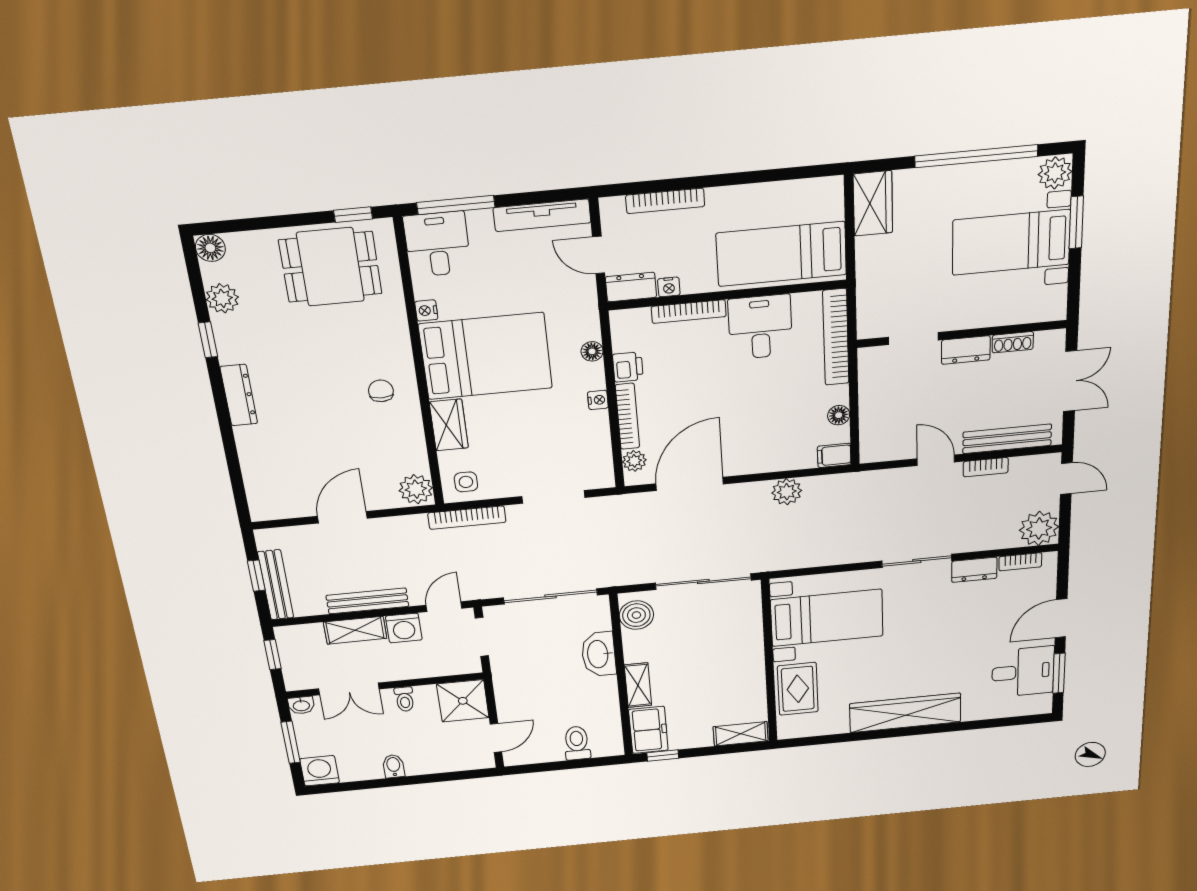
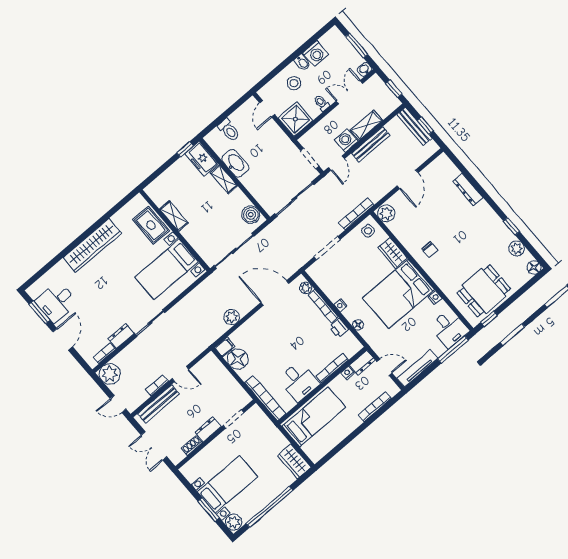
dresser: (239, 395) -> (468, 190), moved
floor lamp: (839, 415) -> (238, 359), width x1.89, depth x1.89
door: (690, 484) -> (275, 293), swing flipped
washbasin: (599, 654) -> (235, 163), moved
shelving: (741, 734) -> (174, 216), moved, turned 90
stool: (428, 747) -> (294, 83), added
washing machine: (320, 771) -> (316, 54), moved

